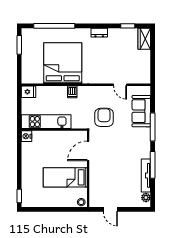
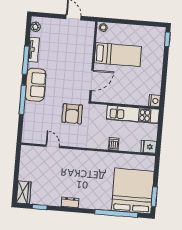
bed: (63, 63) -> (133, 191), moved, turned 180
dishwasher: (72, 92) -> (114, 144), moved
sofa: (141, 111) -> (36, 85), moved
tv unit: (146, 175) -> (34, 50), width x0.71

